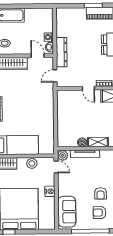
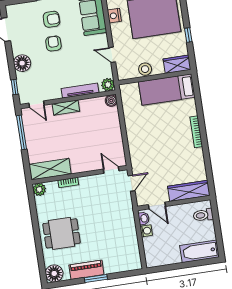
dresser: (62, 52) -> (128, 214), removed
door: (88, 88) -> (111, 170), moved
boiler: (82, 142) -> (111, 101), moved
door: (56, 167) -> (112, 55), moved
nightstand: (50, 191) -> (114, 16), moved

